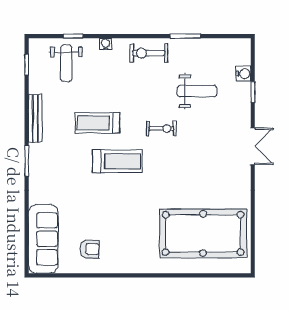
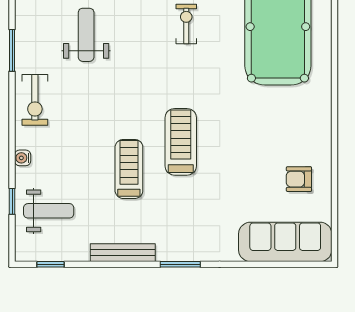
treadmill: (97, 123) -> (129, 169), turned 180
exercise bike: (161, 129) -> (186, 24), moved
armchair: (90, 249) -> (299, 179), turned -90

